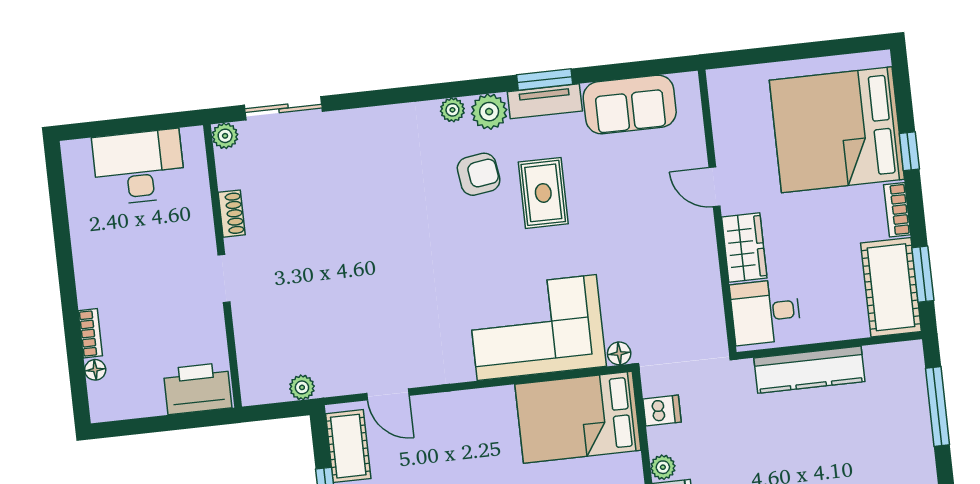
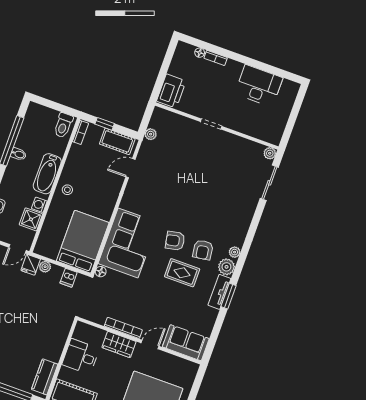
sofa: (630, 104) -> (186, 343), moved, turned 90
desk: (139, 167) -> (259, 86), moved, turned -90
shoe rack: (232, 214) -> (236, 140), removed
armchair: (487, 237) -> (175, 241), added
bookcase: (708, 255) -> (123, 328), added
desk: (766, 312) -> (81, 357), moved, turned -90
kitchen counter: (809, 370) -> (45, 377), moved, width x0.67

